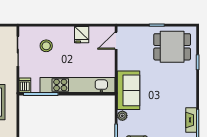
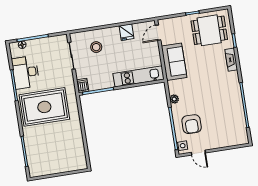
kitchen unit: (77, 85) -> (139, 76), width x0.73
sofa: (129, 90) -> (174, 62), moved
fireplace: (191, 120) -> (231, 60), moved

